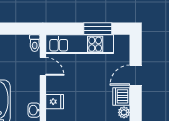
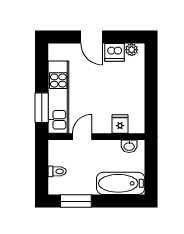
window: (98, 29) -> (42, 108), moved
toilet: (35, 43) -> (57, 171), moved

